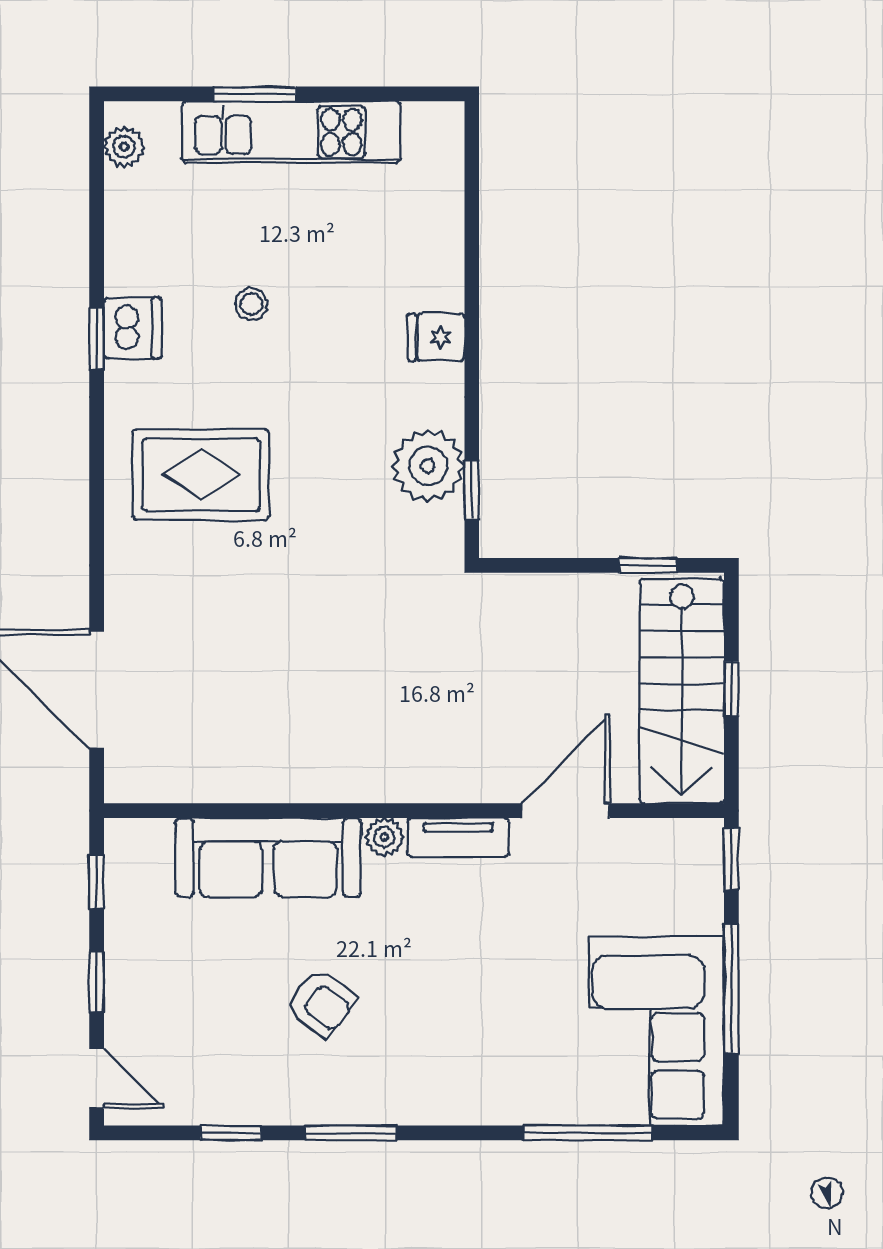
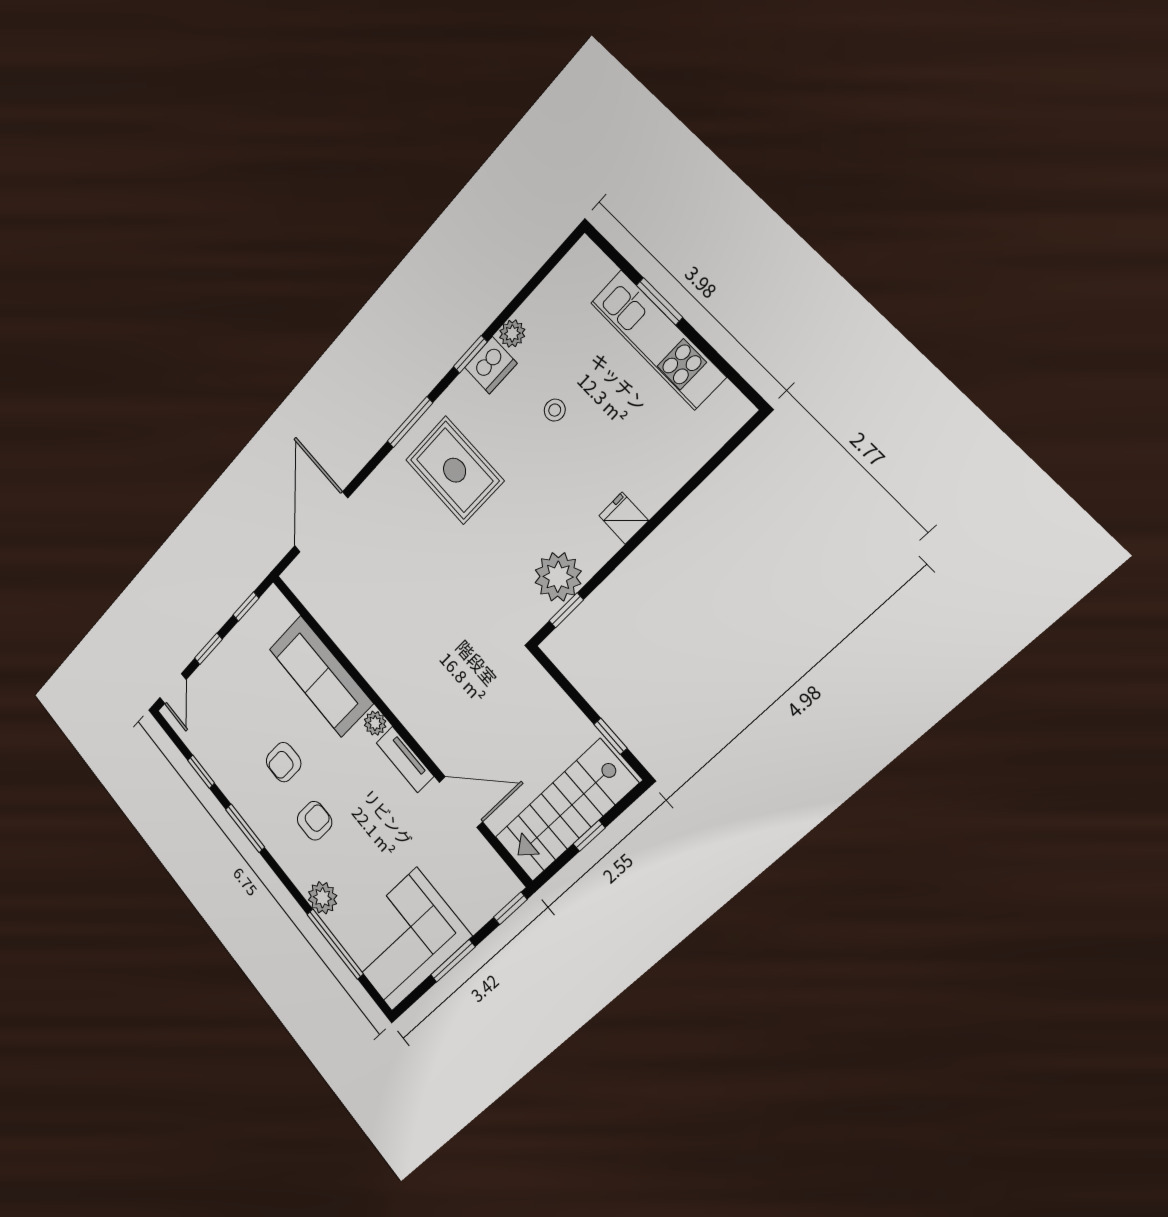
plant: (124, 147) -> (512, 333), moved
window: (97, 476) -> (410, 422), added
window: (731, 989) -> (453, 961), width x0.69
armchair: (321, 1003) -> (284, 762), turned 54
armchair: (424, 1025) -> (315, 821), added
plant: (521, 1099) -> (323, 898), added

